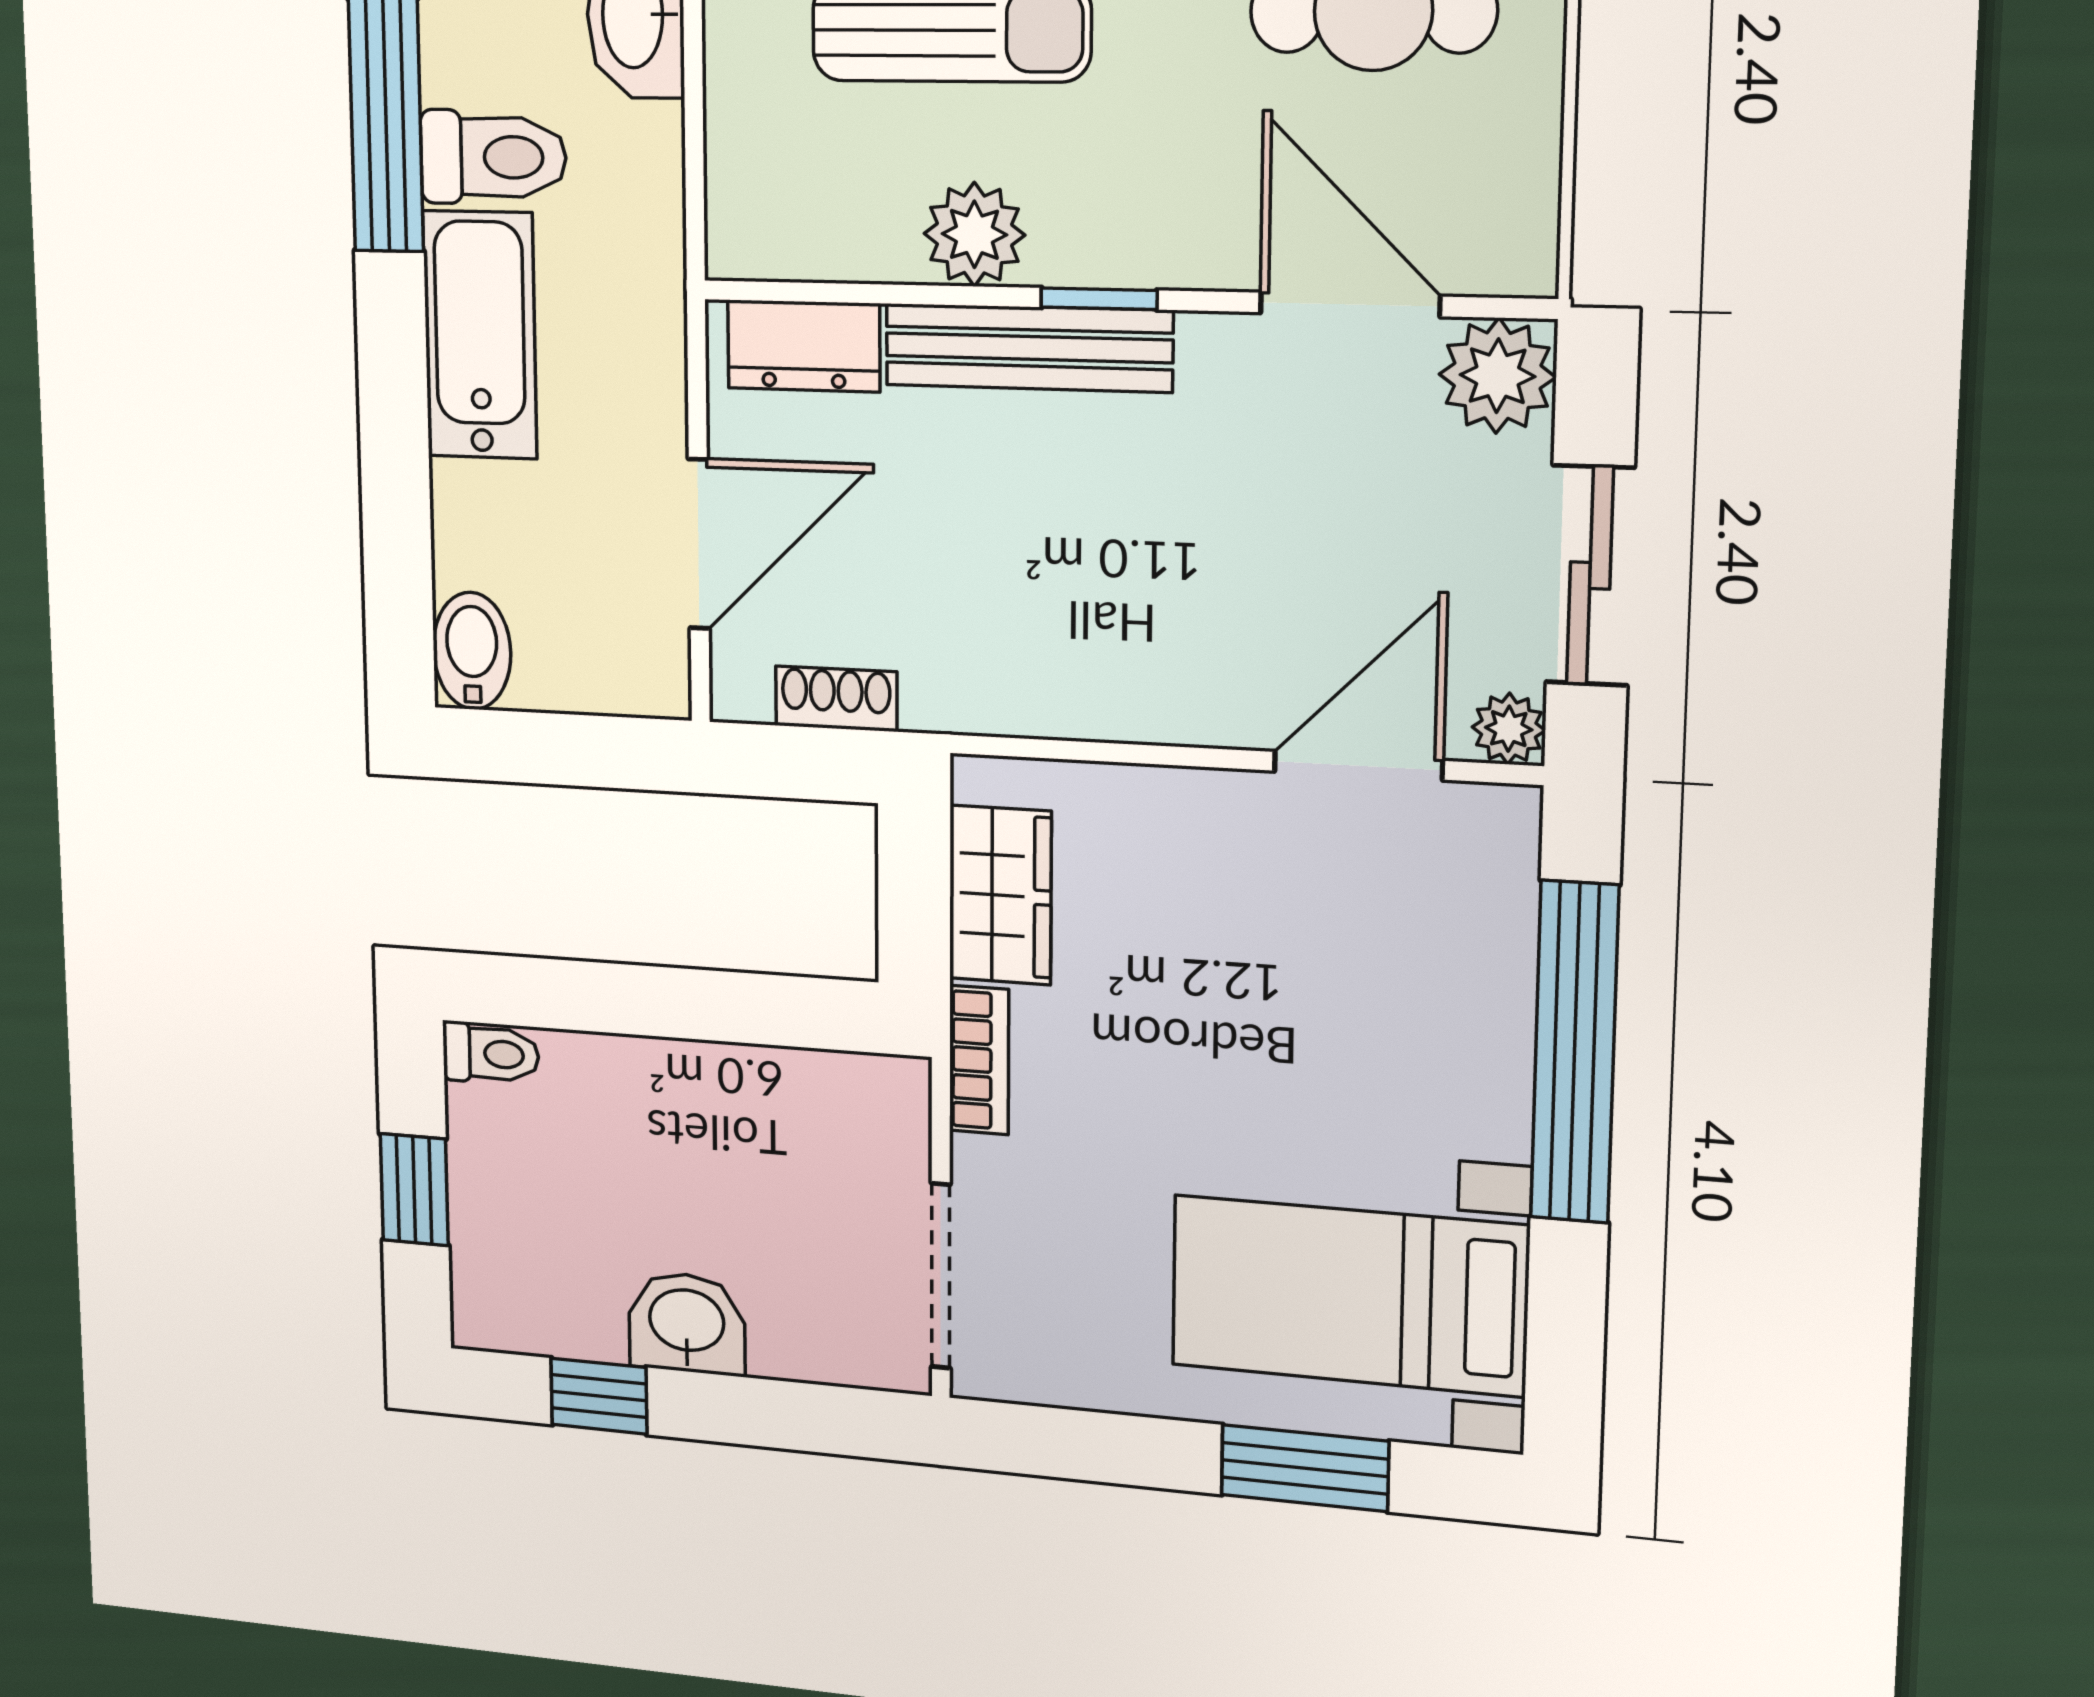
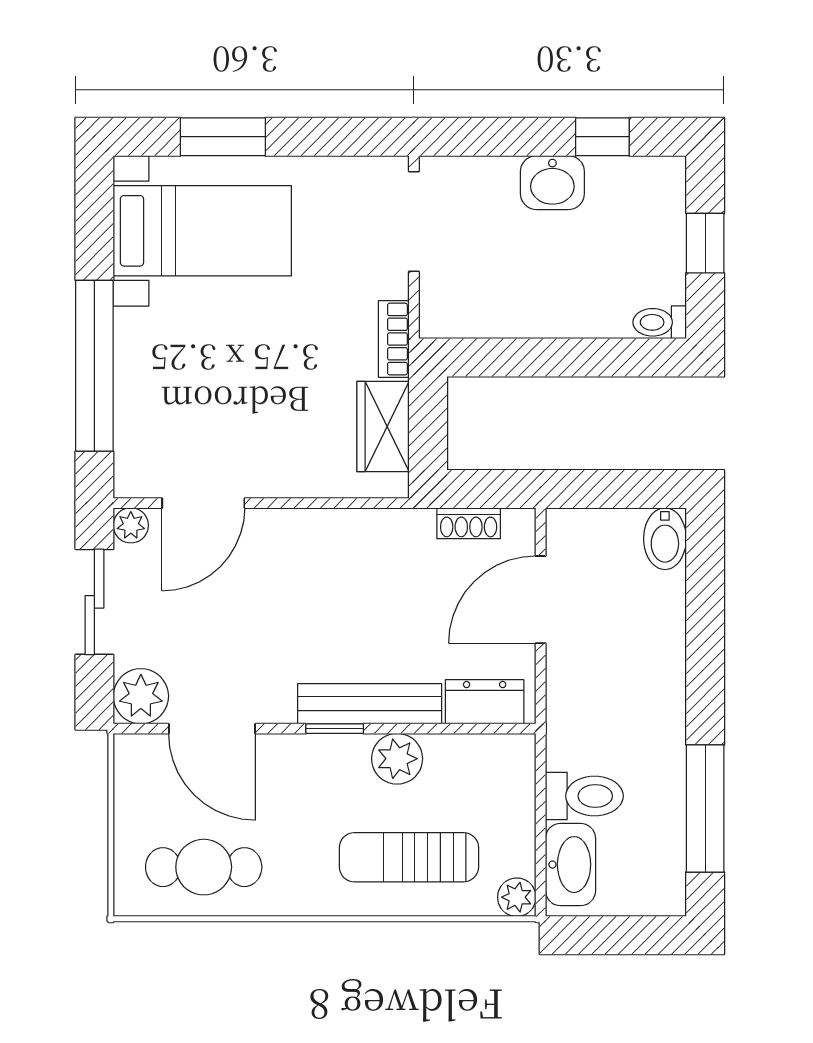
toilet: (493, 157) -> (584, 796), moved, turned 180
bathtub: (480, 335) -> (657, 703), removed

